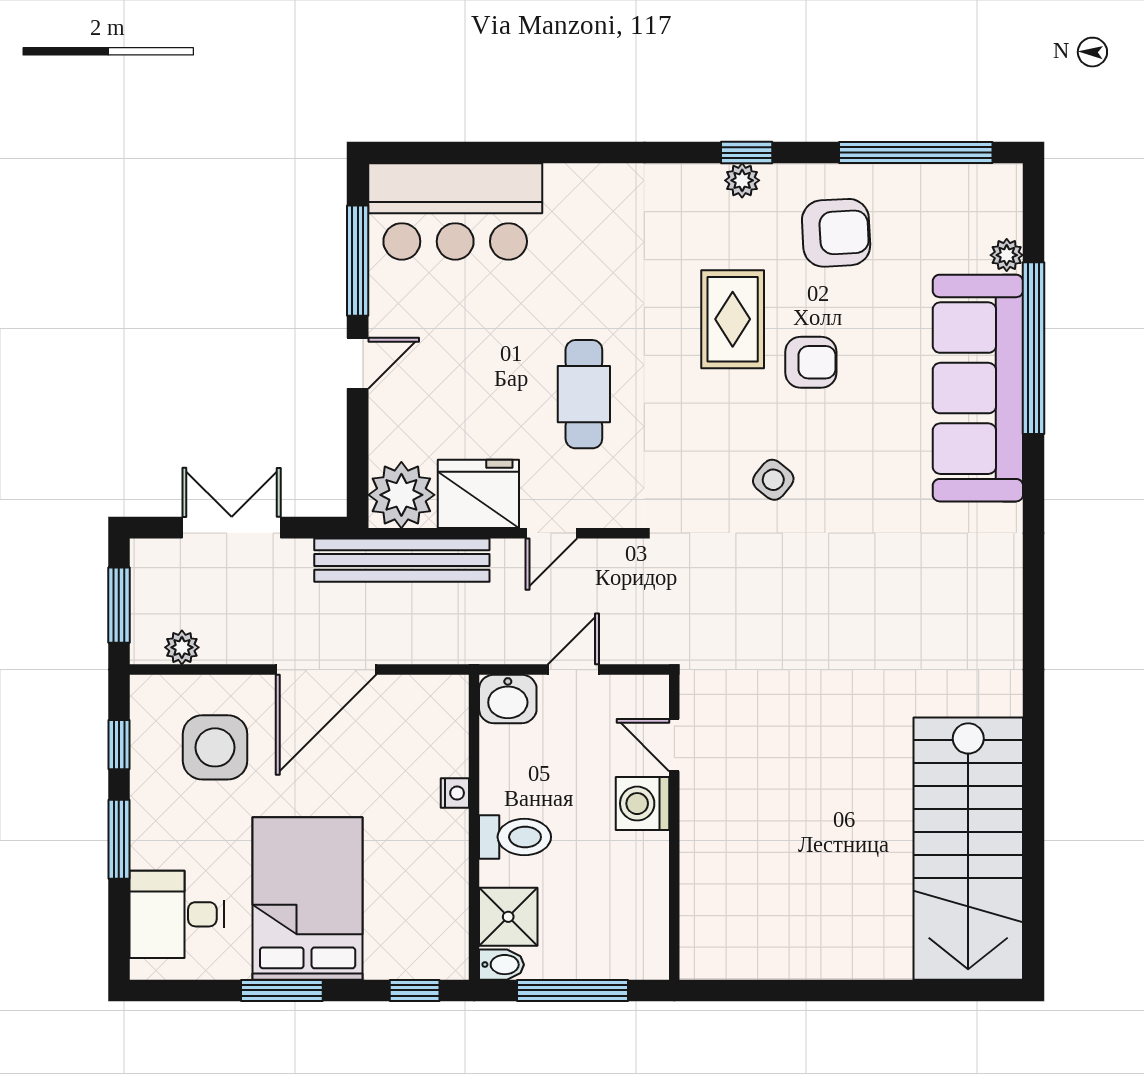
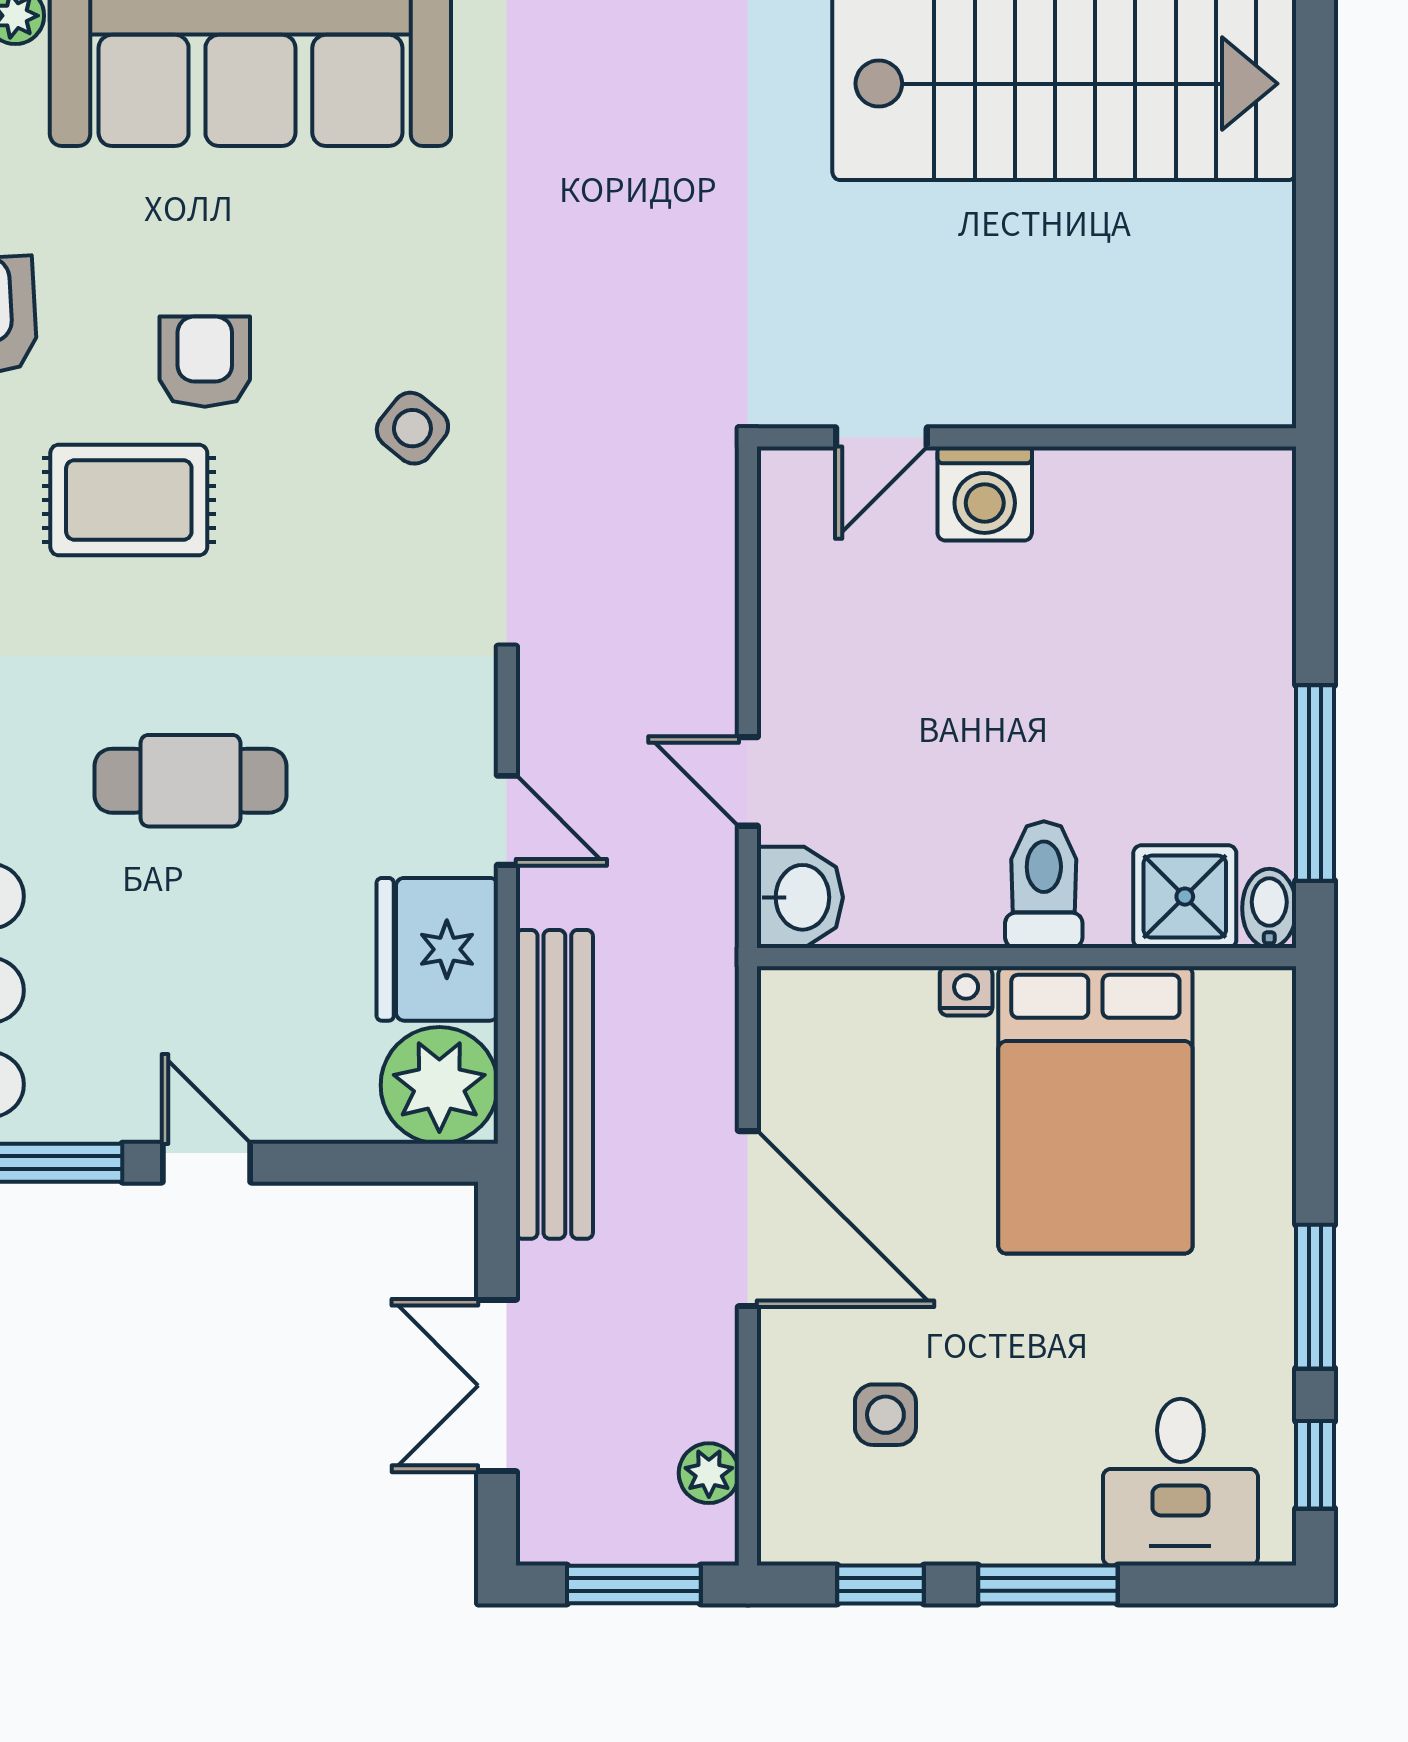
cafe table: (584, 394) -> (190, 781), moved
door: (674, 745) -> (881, 437), moved
side table: (215, 747) -> (885, 1415), width x0.54, depth x0.54
washing machine: (642, 804) -> (985, 494), moved
wall: (674, 827) -> (1027, 437), moved
bed: (308, 898) -> (1095, 1110), moved, turned -90
window: (415, 990) -> (1315, 1465), moved

